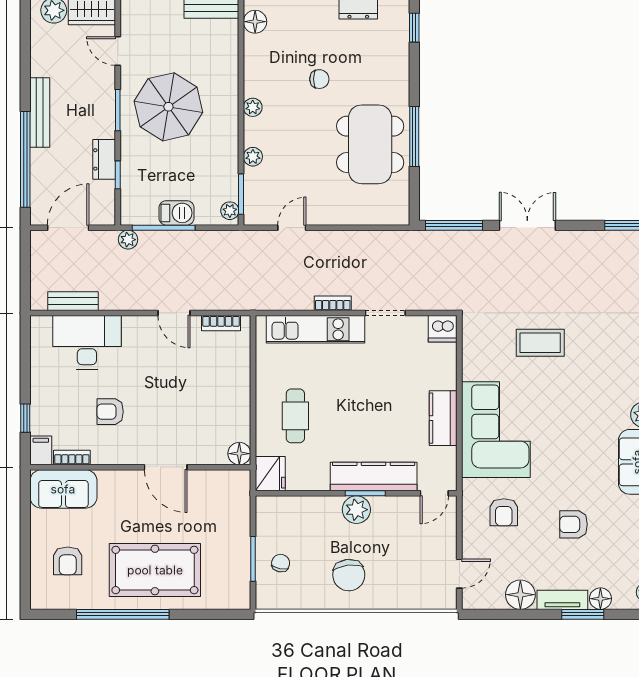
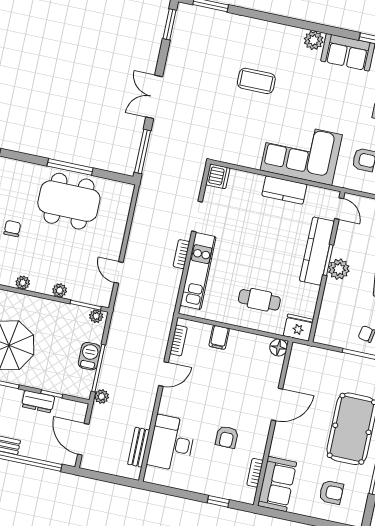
coffee table: (540, 343) -> (256, 81), moved, turned 90
filing cabinet: (41, 450) -> (219, 337), moved, turned -90

